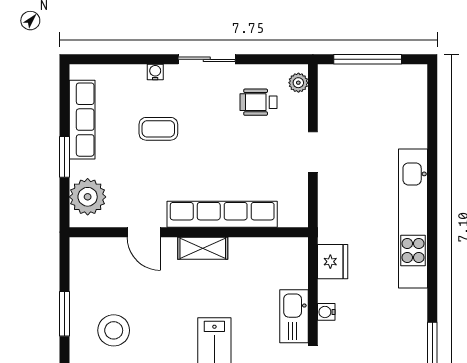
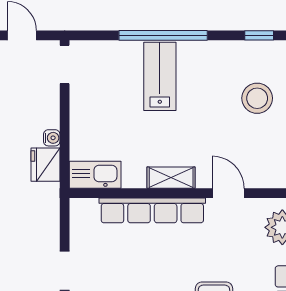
water cooler: (326, 312) -> (52, 138), moved
kitchen sink: (294, 316) -> (95, 175), moved, turned -90

